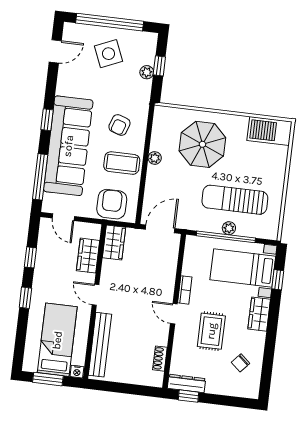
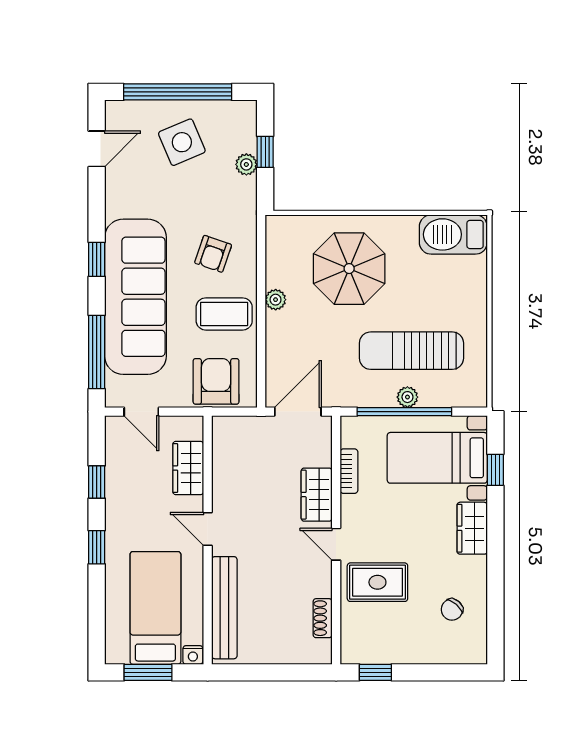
wardrobe: (114, 243) -> (317, 495), moved, turned 180
bookcase: (185, 290) -> (349, 471), moved
rug: (211, 331) -> (377, 582), moved, turned 90
dresser: (186, 383) -> (370, 653), removed

